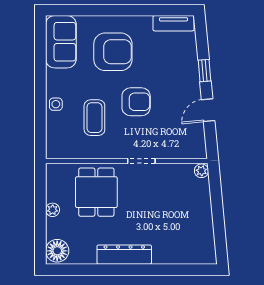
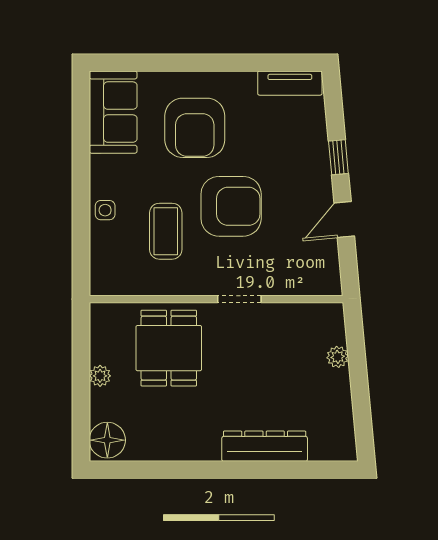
armchair: (113, 52) -> (195, 128), turned 90
armchair: (136, 102) -> (231, 206), width x1.36, depth x1.36
plant: (201, 171) -> (338, 357), moved
dresser: (124, 255) -> (265, 446), moved

